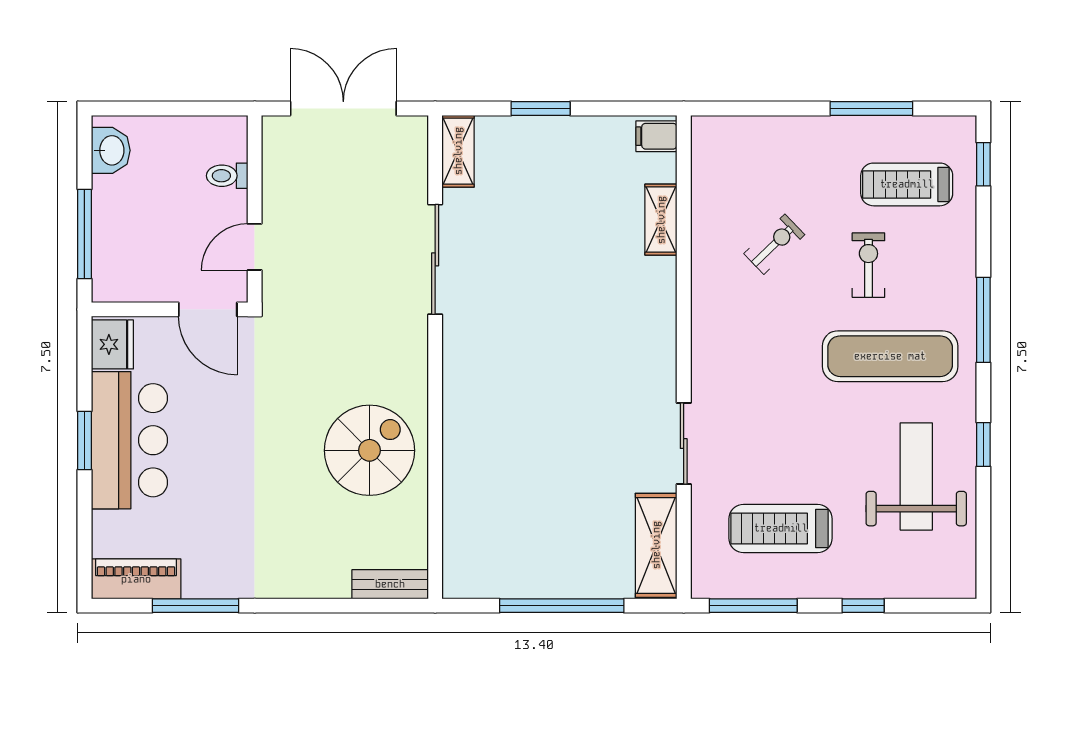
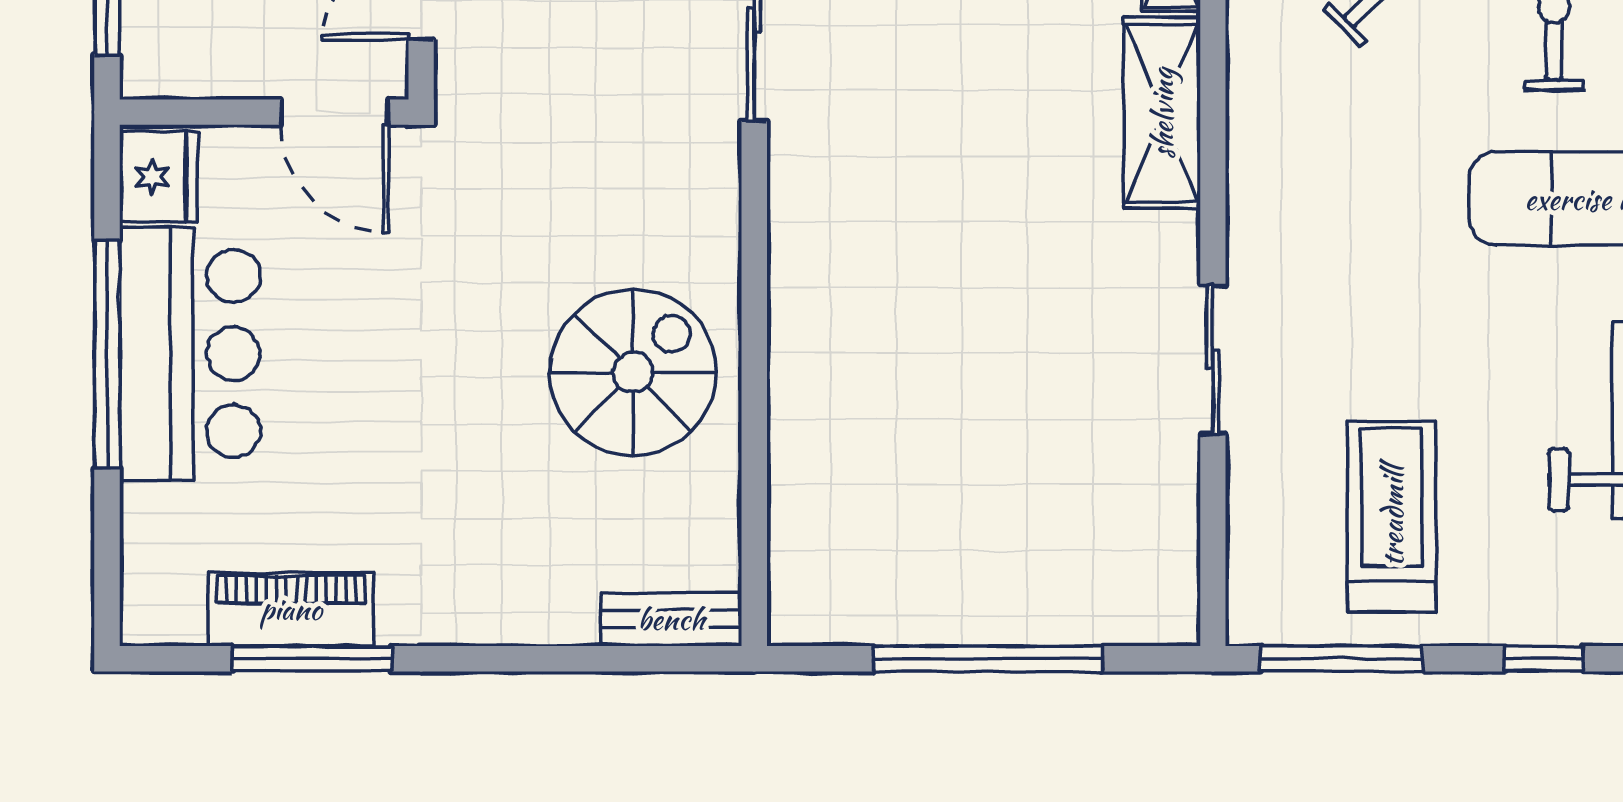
window: (84, 440) -> (107, 354), width x2.11
treadmill: (781, 528) -> (1392, 516), turned 90
shelving: (656, 545) -> (1162, 113), moved
piano: (136, 579) -> (291, 609), moved

